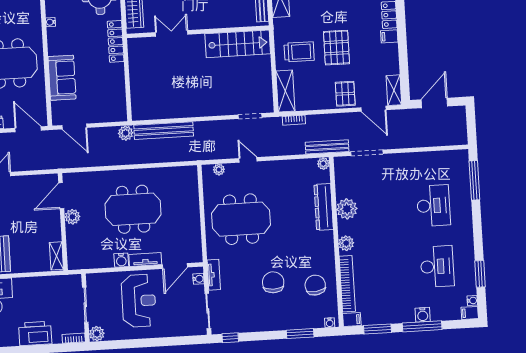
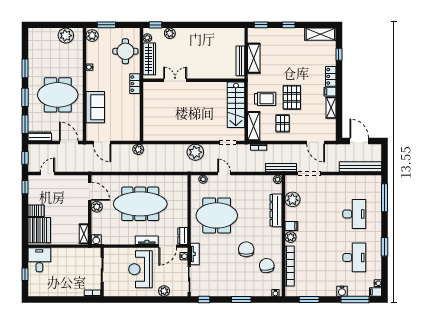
locker: (116, 41) -> (135, 84), width x0.66
stairs: (238, 44) -> (236, 105), moved, turned 90
shelving: (394, 90) -> (331, 108), moved
pallet: (345, 94) -> (283, 123), moved
door: (434, 103) -> (359, 141), hinge flipped
bench: (164, 131) -> (360, 167), moved
plant: (206, 132) -> (195, 152), added
door: (61, 196) -> (90, 191), swing flipped
meeting table: (133, 209) -> (140, 204), width x1.36
plant: (347, 209) -> (292, 199), moved
dresser: (195, 251) -> (183, 236), added
water cooler: (121, 260) -> (96, 240), moved
window: (480, 274) -> (385, 247), moved
chair: (273, 282) -> (246, 249), moved
reception desk: (139, 301) -> (140, 269), turned 180
filing cabinet: (352, 319) -> (291, 226), moved
window: (422, 326) -> (355, 299), moved
printer: (35, 333) -> (65, 288), removed
plant: (97, 334) -> (164, 291), moved
window: (300, 334) -> (241, 299), moved

